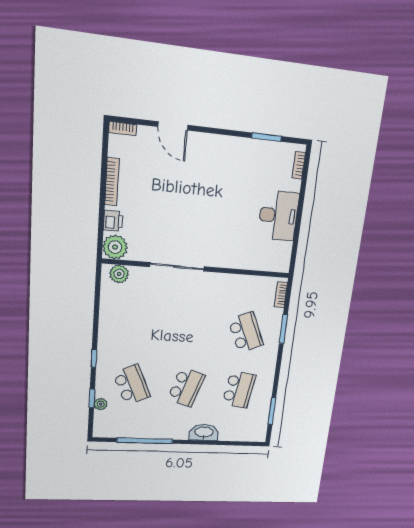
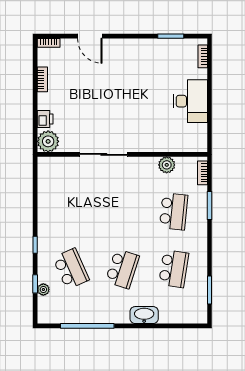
bookcase: (112, 182) -> (42, 79), width x0.64
plant: (119, 274) -> (167, 165), moved
school desk: (246, 333) -> (174, 211), turned 30

